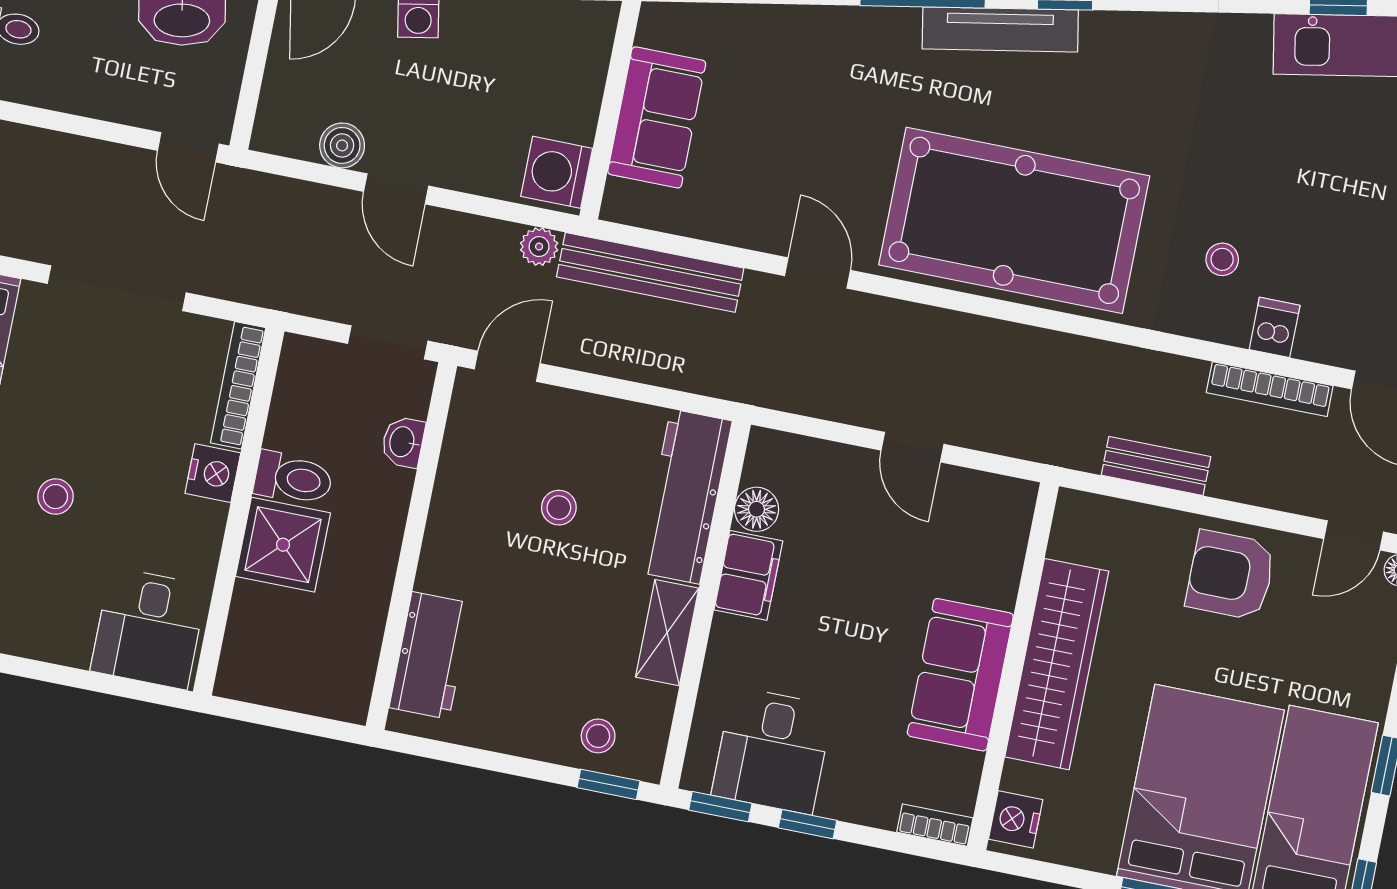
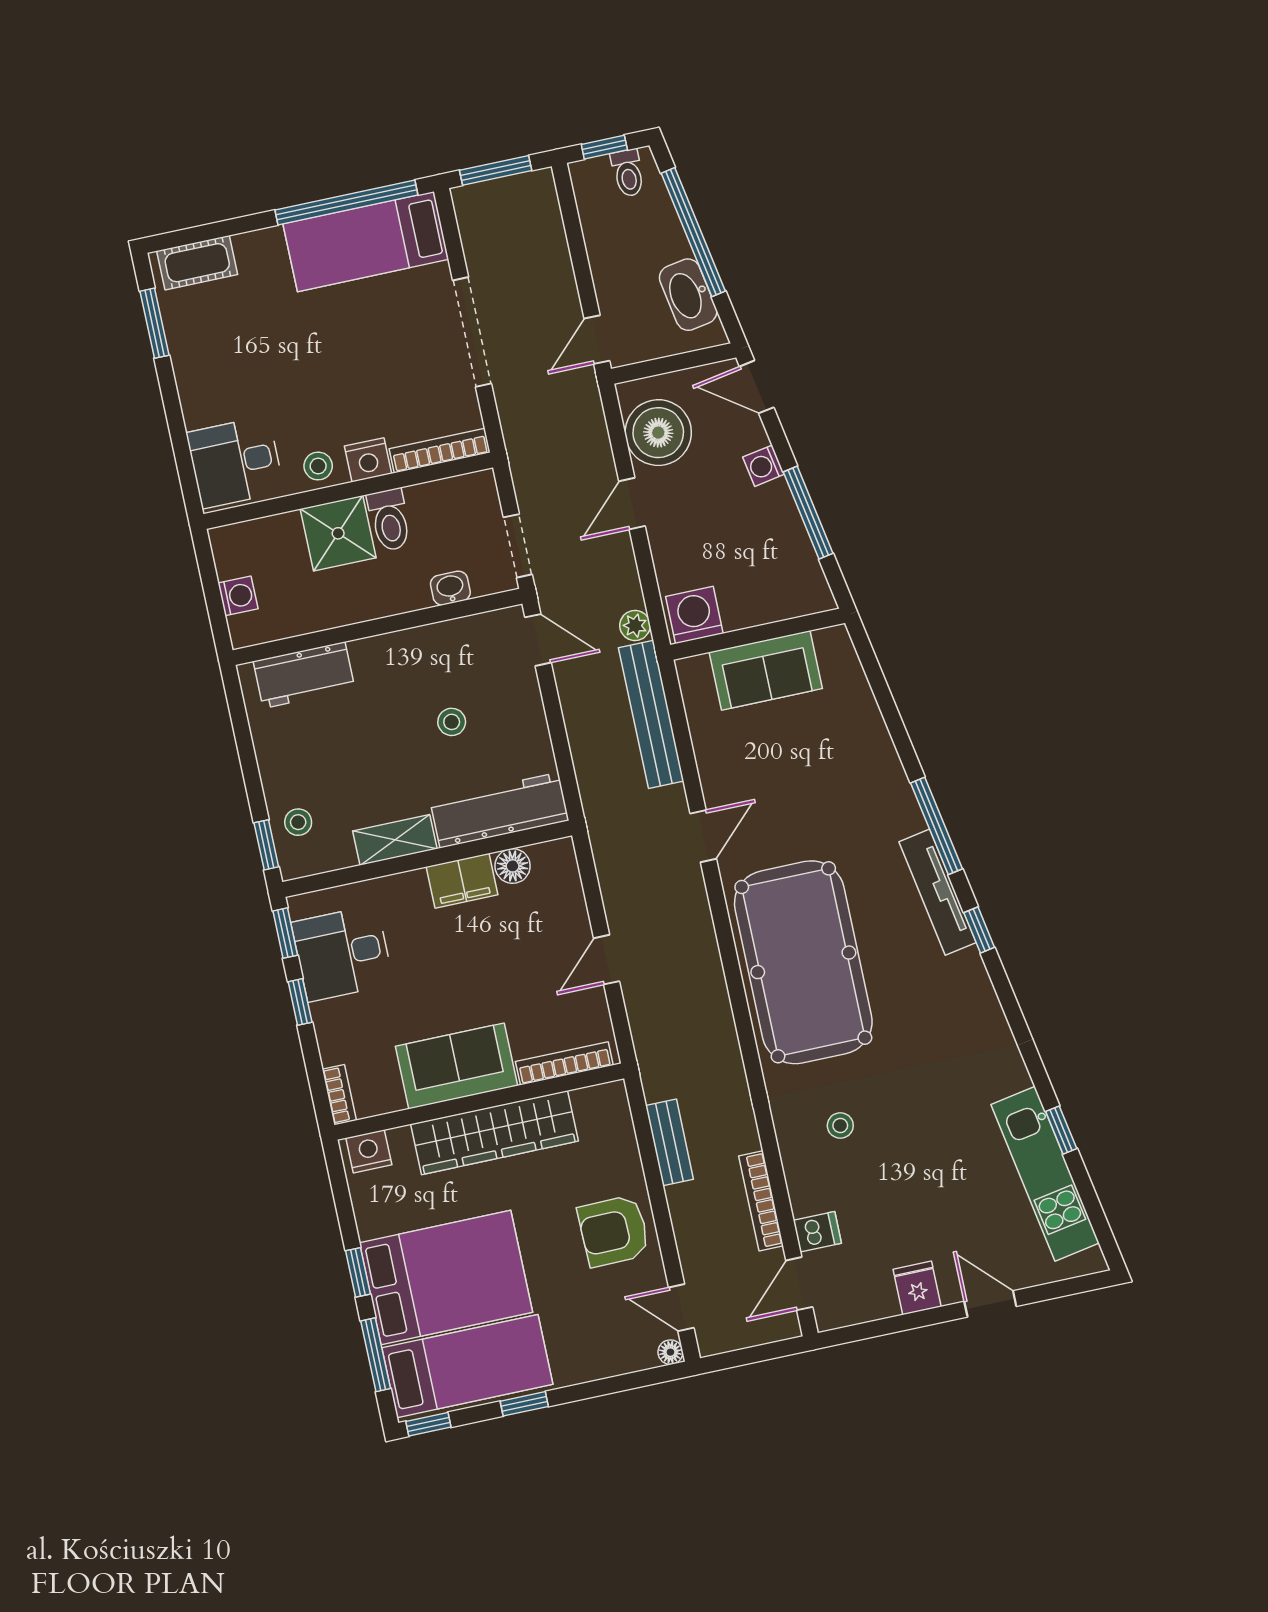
boiler: (342, 145) -> (658, 433), width x1.86, depth x1.86
dishwasher: (1275, 327) -> (817, 1232), moved
stool: (55, 497) -> (318, 466), moved
bookcase: (1011, 548) -> (564, 1063), added
armchair: (1231, 575) -> (614, 1231), turned -91
washing machine: (305, 692) -> (238, 596), added

